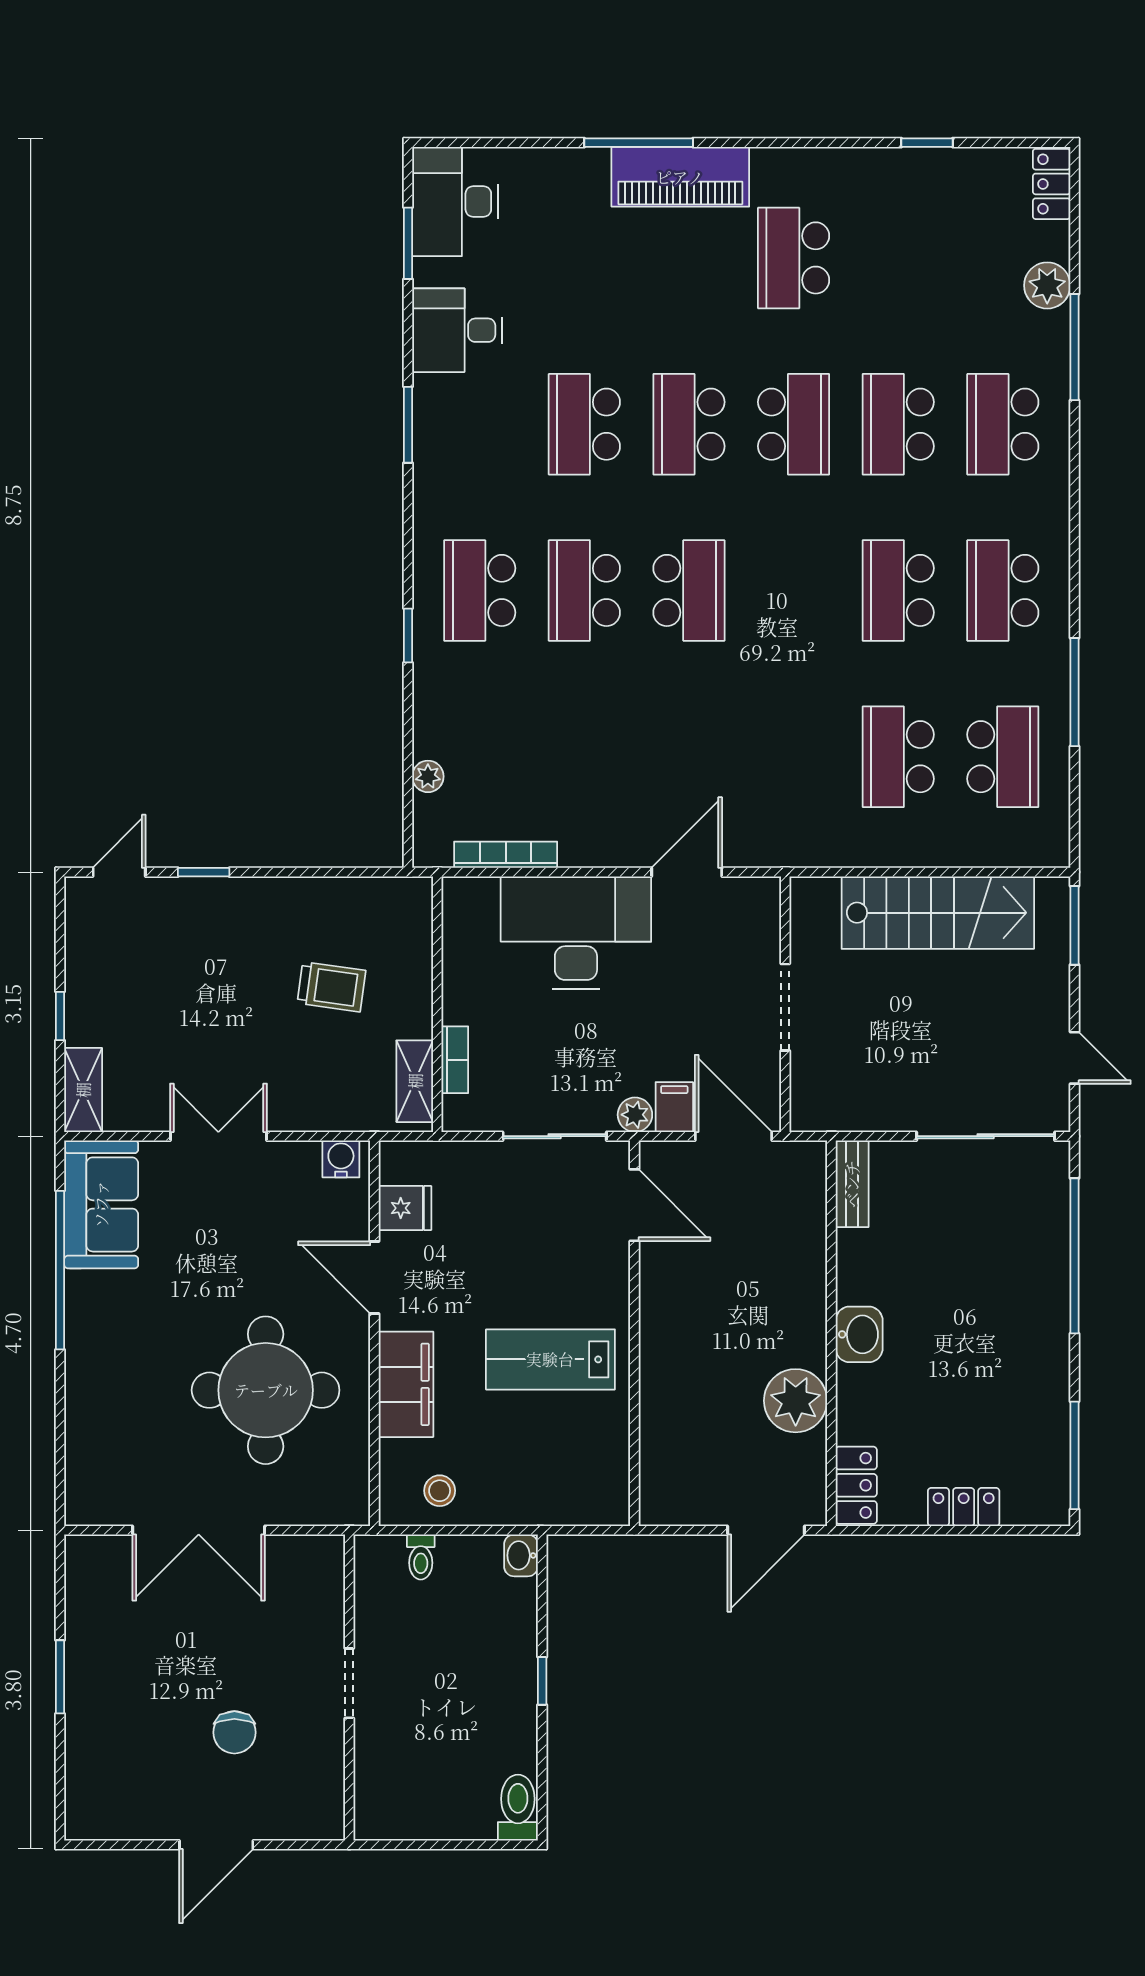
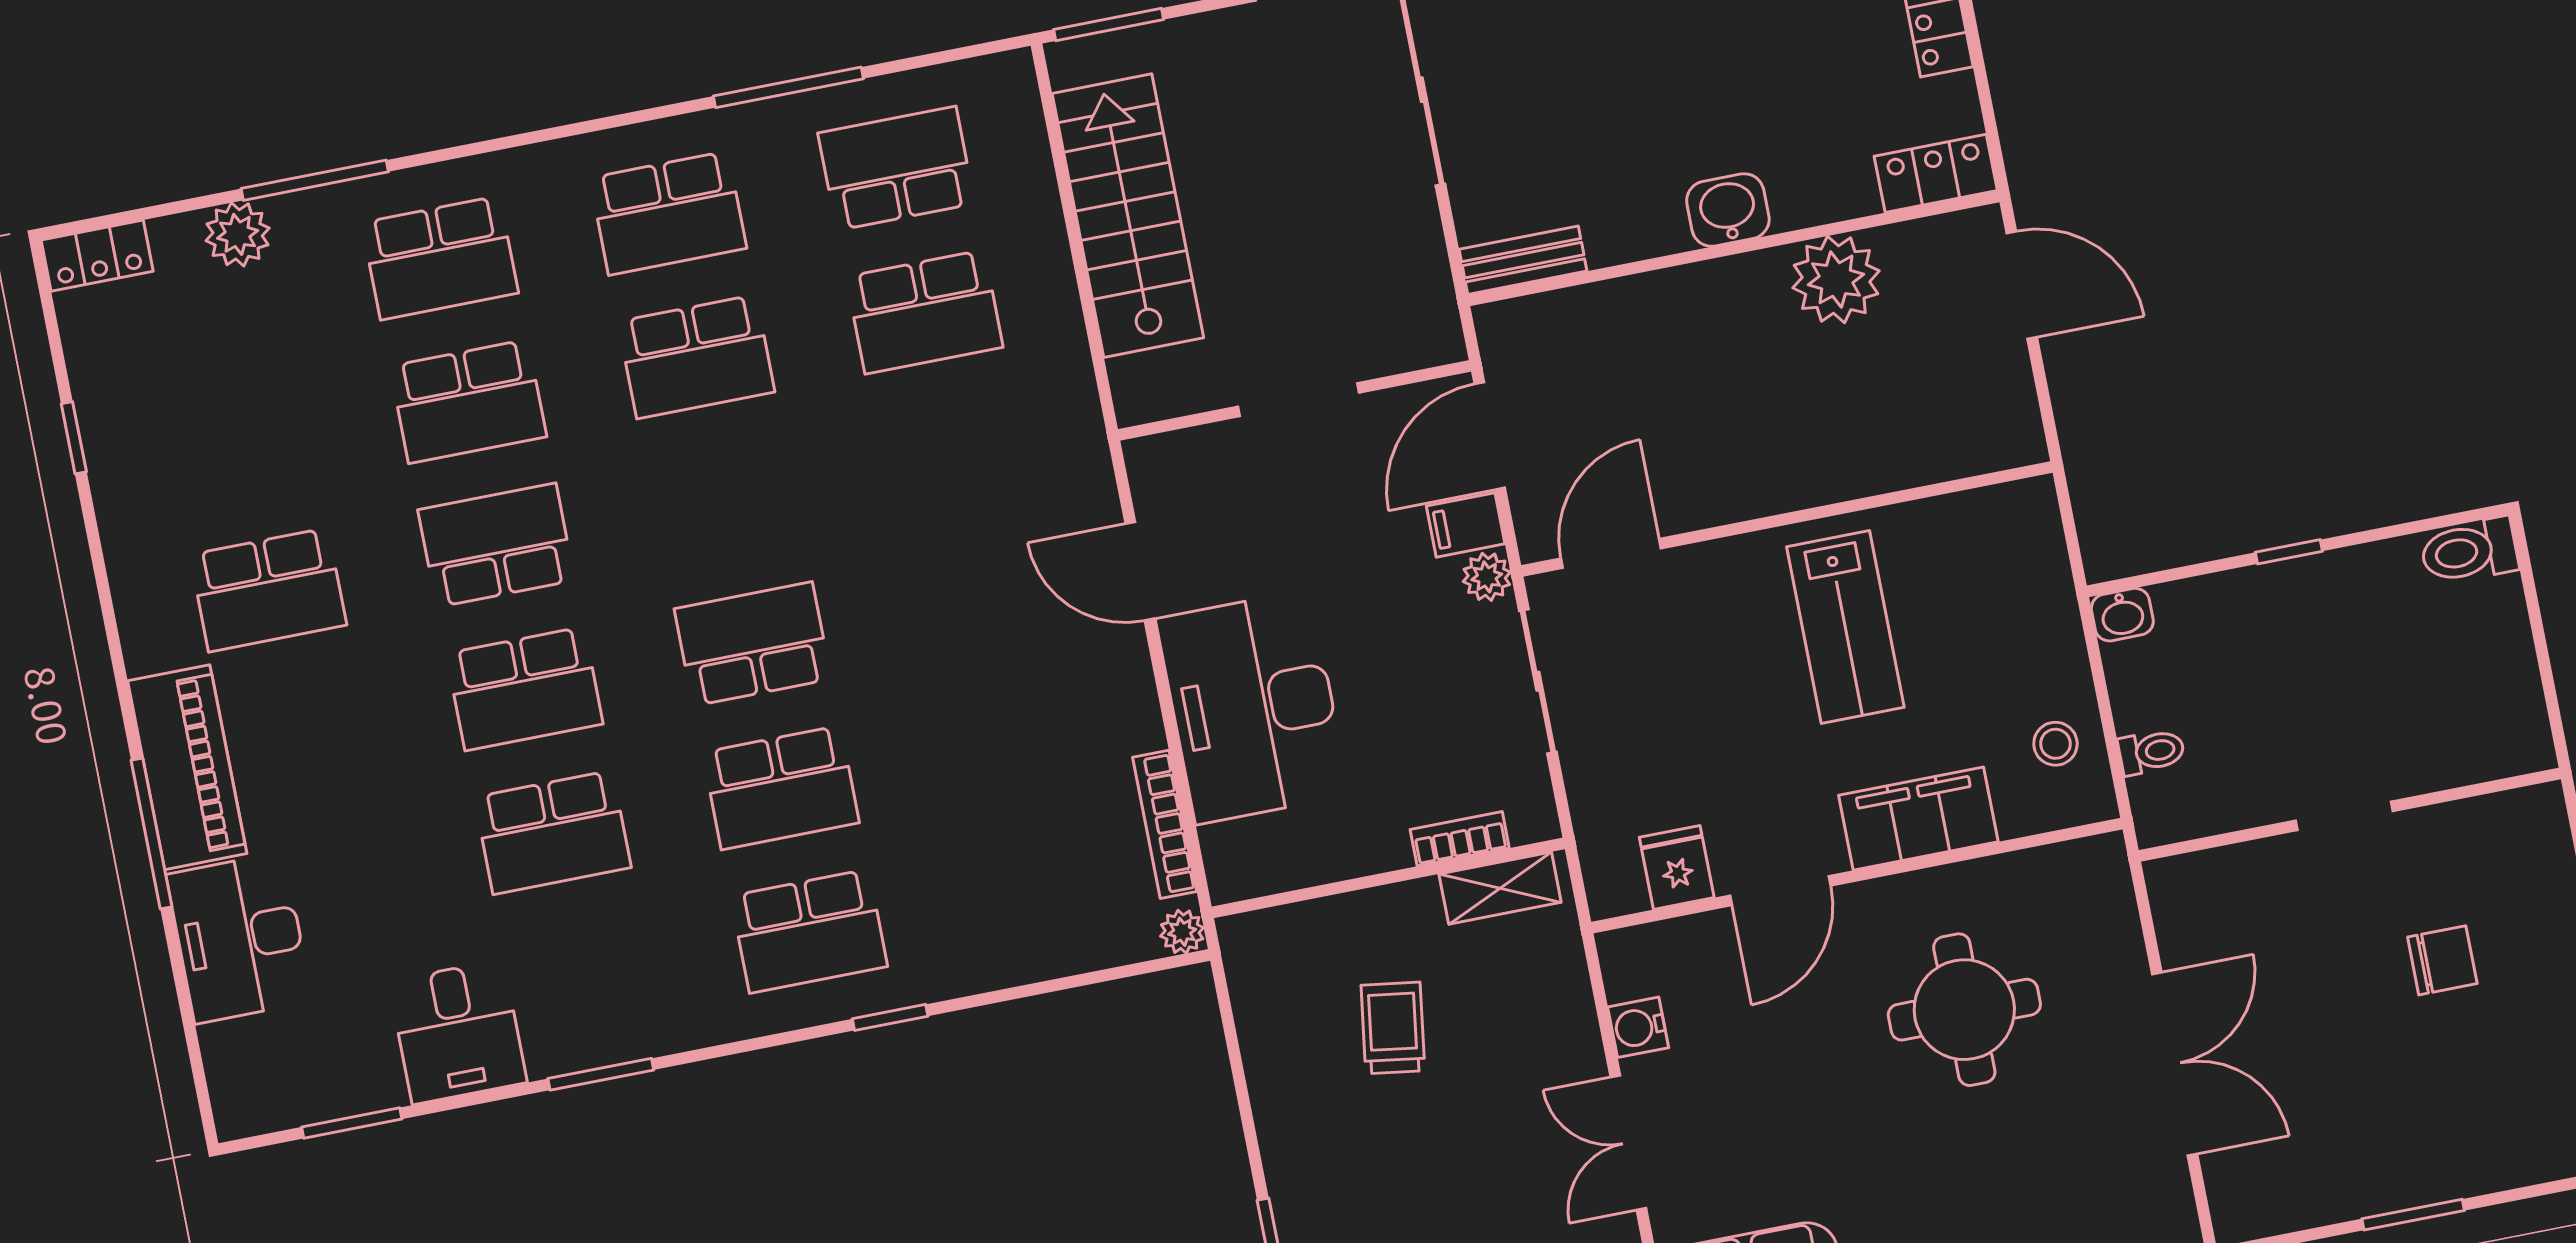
desk: (455, 201) -> (239, 938), moved, turned 90
plant: (428, 776) -> (1182, 932), moved
water cooler: (341, 1159) -> (1638, 1027), moved
round table: (266, 1390) -> (1964, 1010), width x0.73, depth x0.73

